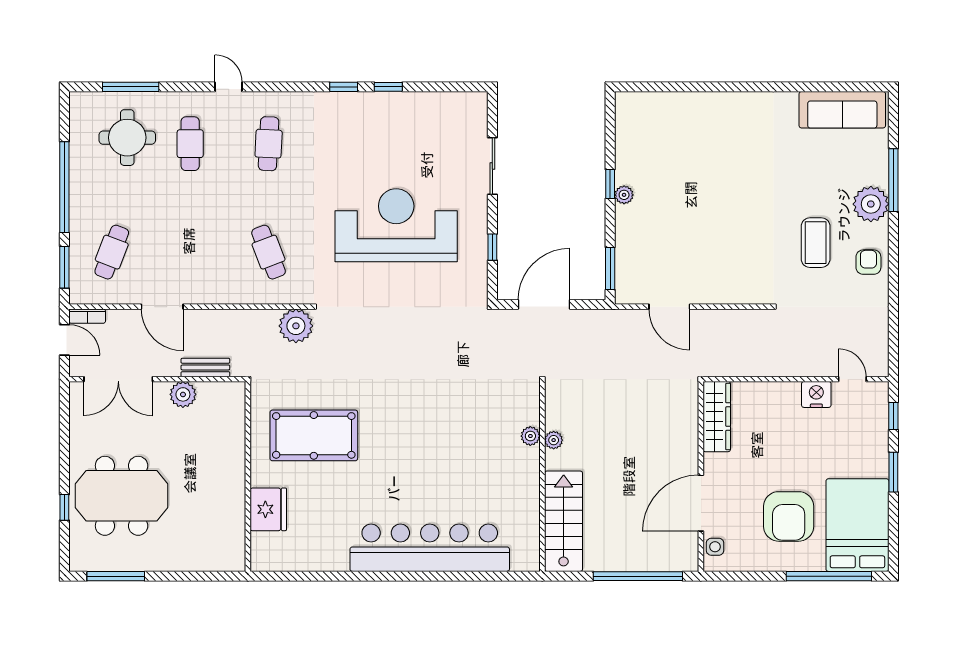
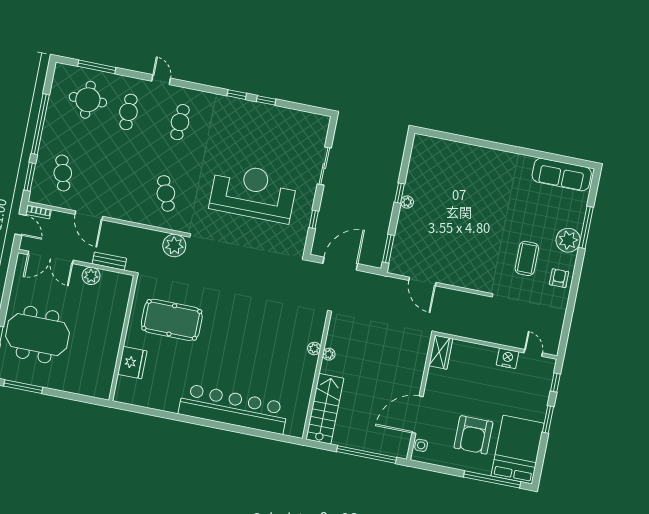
cafe table: (112, 252) -> (63, 173), turned -36
wardrobe: (717, 417) -> (441, 352), width x0.67

